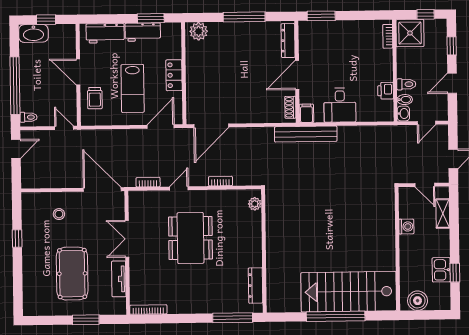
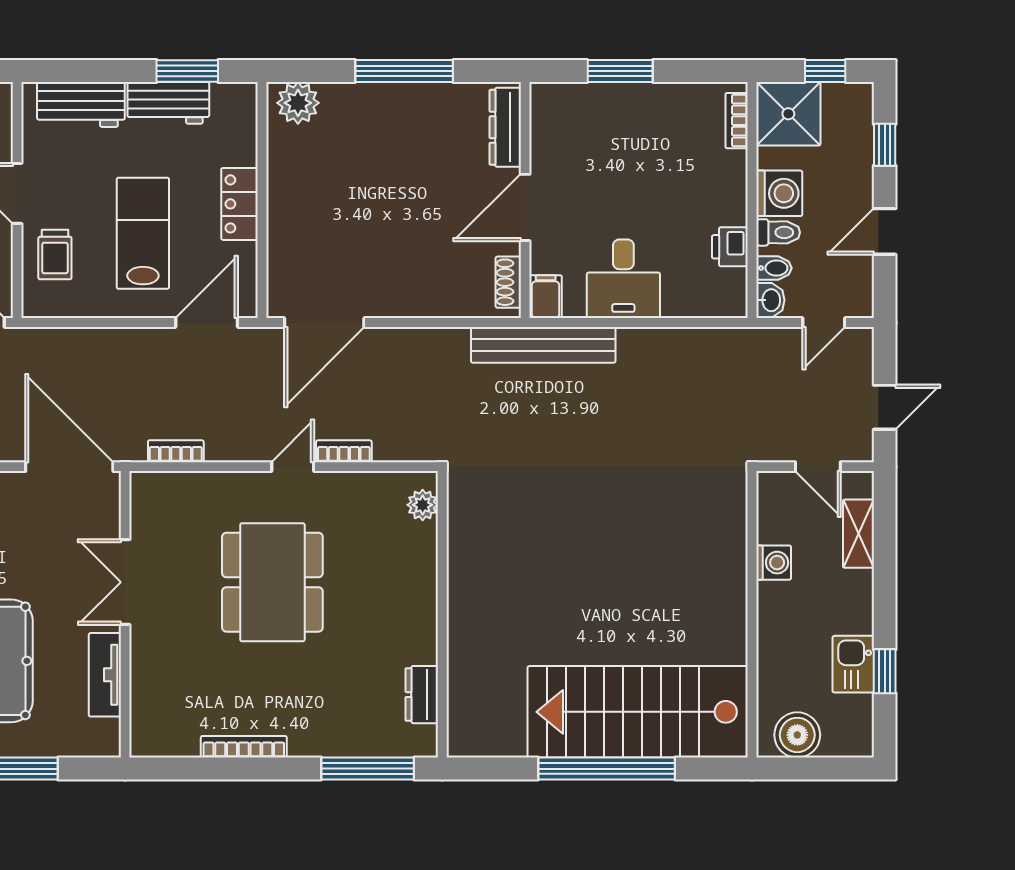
window: (321, 16) -> (620, 71), moved
washing machine: (407, 67) -> (779, 193), added
lab bench: (133, 88) -> (143, 233), turned 180
door: (179, 188) -> (293, 467), moved
dresser: (256, 285) -> (422, 695), width x0.70
bookcase: (148, 309) -> (244, 747), moved

